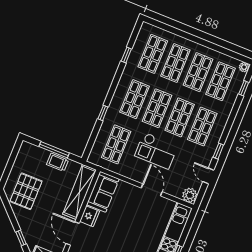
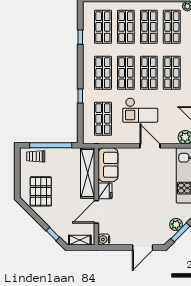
window: (54, 150) -> (51, 145), width x1.46
trolley: (58, 162) -> (36, 156), moved
door: (73, 234) -> (96, 212), hinge flipped

